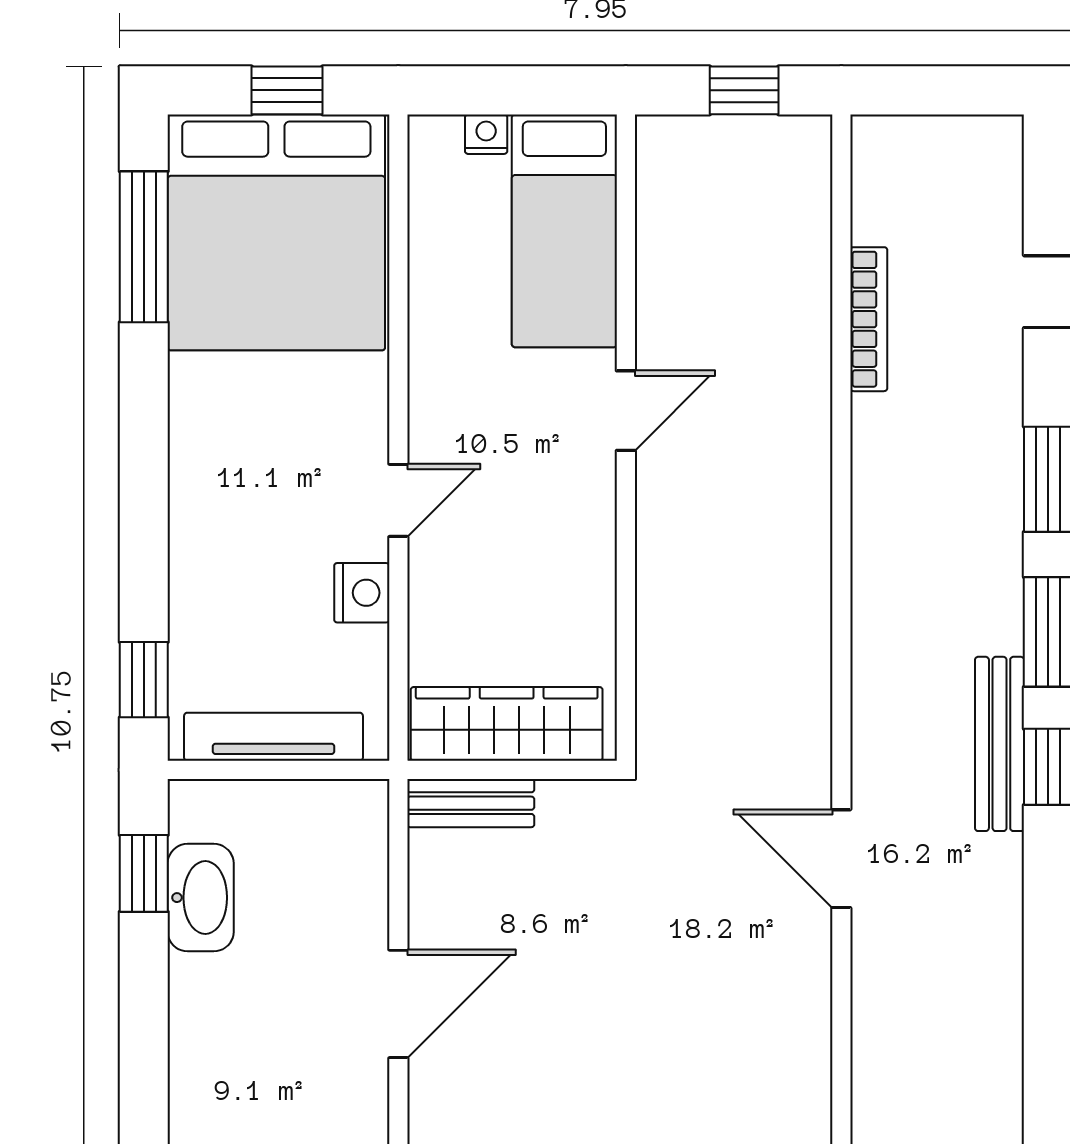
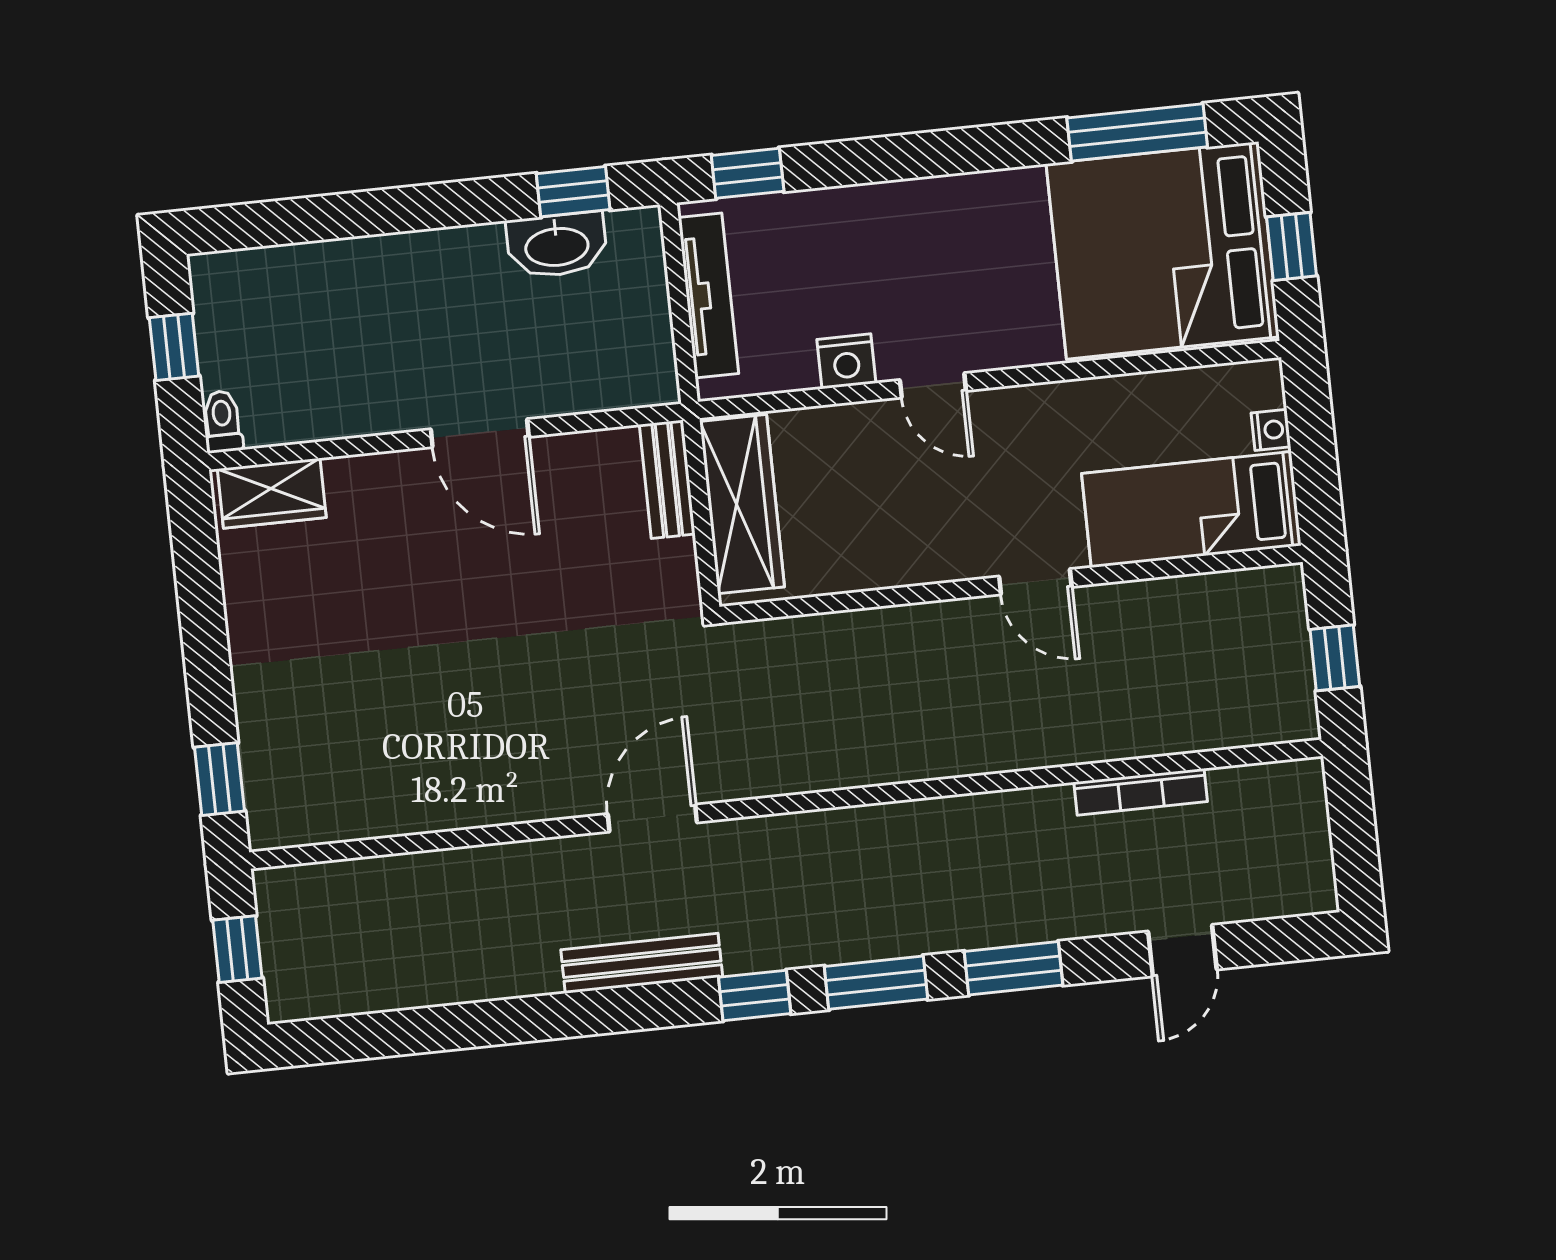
bench: (1000, 744) -> (642, 963), moved

